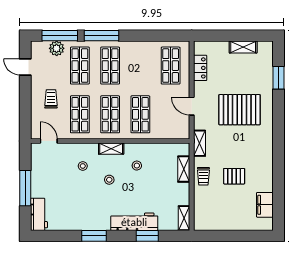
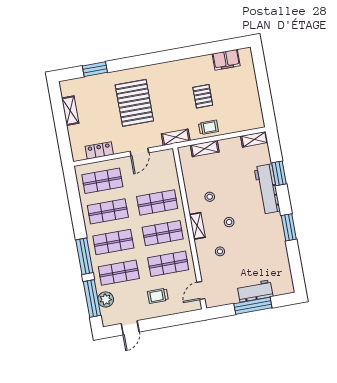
shop shelf: (140, 66) -> (108, 211), added
workbench: (39, 214) -> (255, 291), moved

